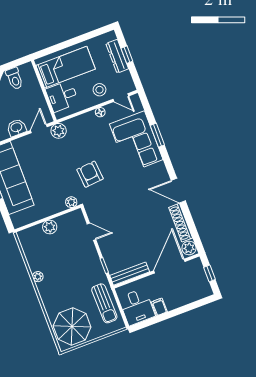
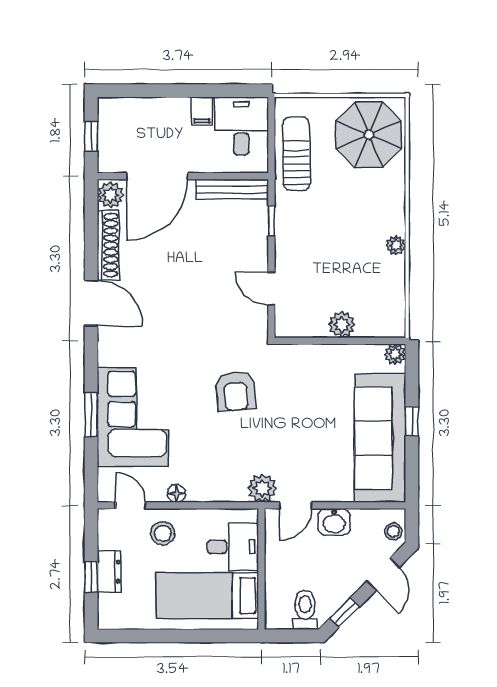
dresser: (117, 56) -> (109, 572), width x0.70
plant: (71, 202) -> (395, 354), moved

